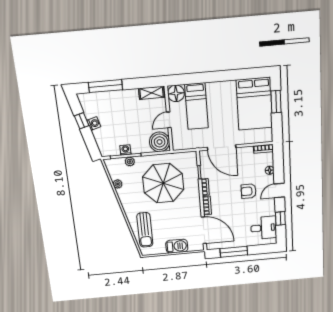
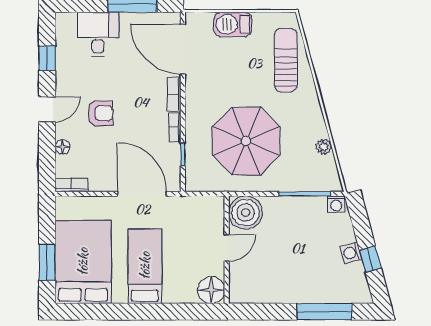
shelving: (152, 93) -> (251, 294), removed
bed: (196, 106) -> (145, 266), moved
washing machine: (125, 150) -> (336, 204), moved
plant: (130, 162) -> (299, 184), removed
desk: (264, 228) -> (98, 34), moved, turned 90

